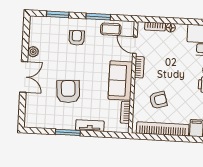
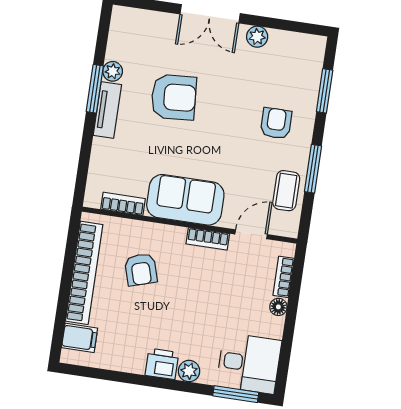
armchair: (77, 38) -> (276, 123), turned -90
plant: (58, 124) -> (113, 71), added
tv unit: (90, 126) -> (107, 110), moved

